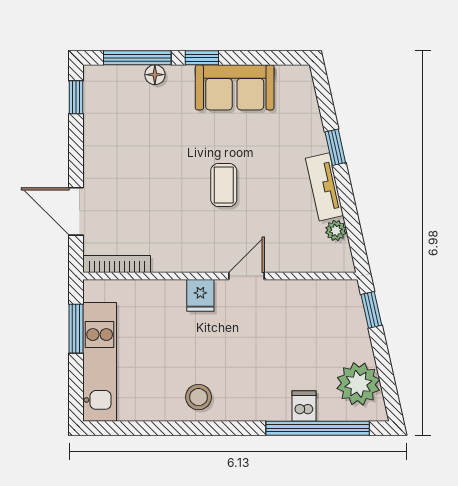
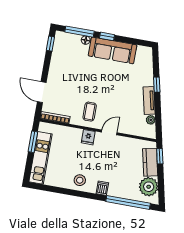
sofa: (235, 87) -> (113, 50), width x1.36
coffee table: (224, 185) -> (90, 112), moved
kitchen counter: (352, 328) -> (150, 162), added
dishwasher: (304, 406) -> (102, 188), moved

